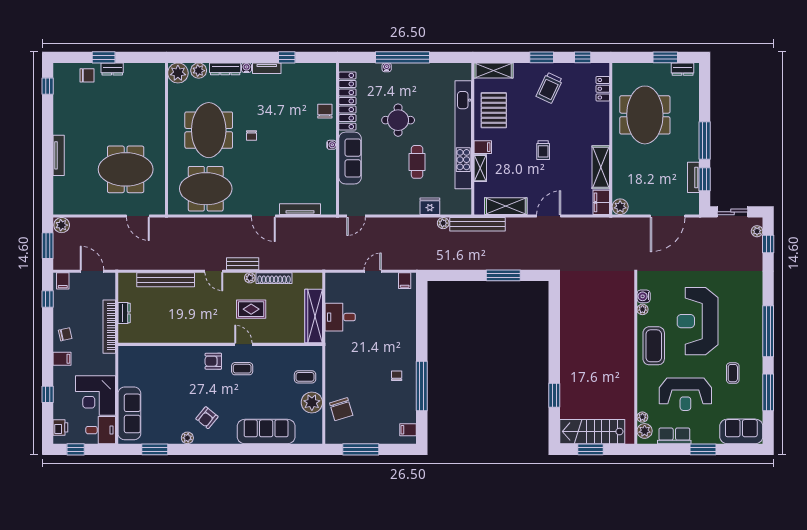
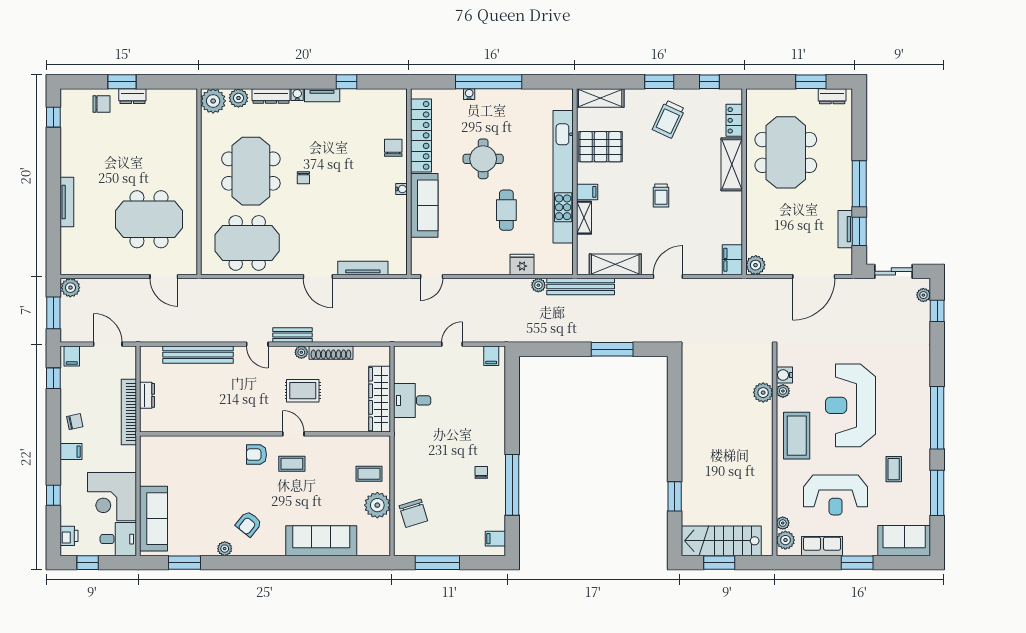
pallet: (494, 110) -> (601, 147), turned 90
shelving: (601, 167) -> (732, 164), moved
plant: (626, 311) -> (763, 393), added

